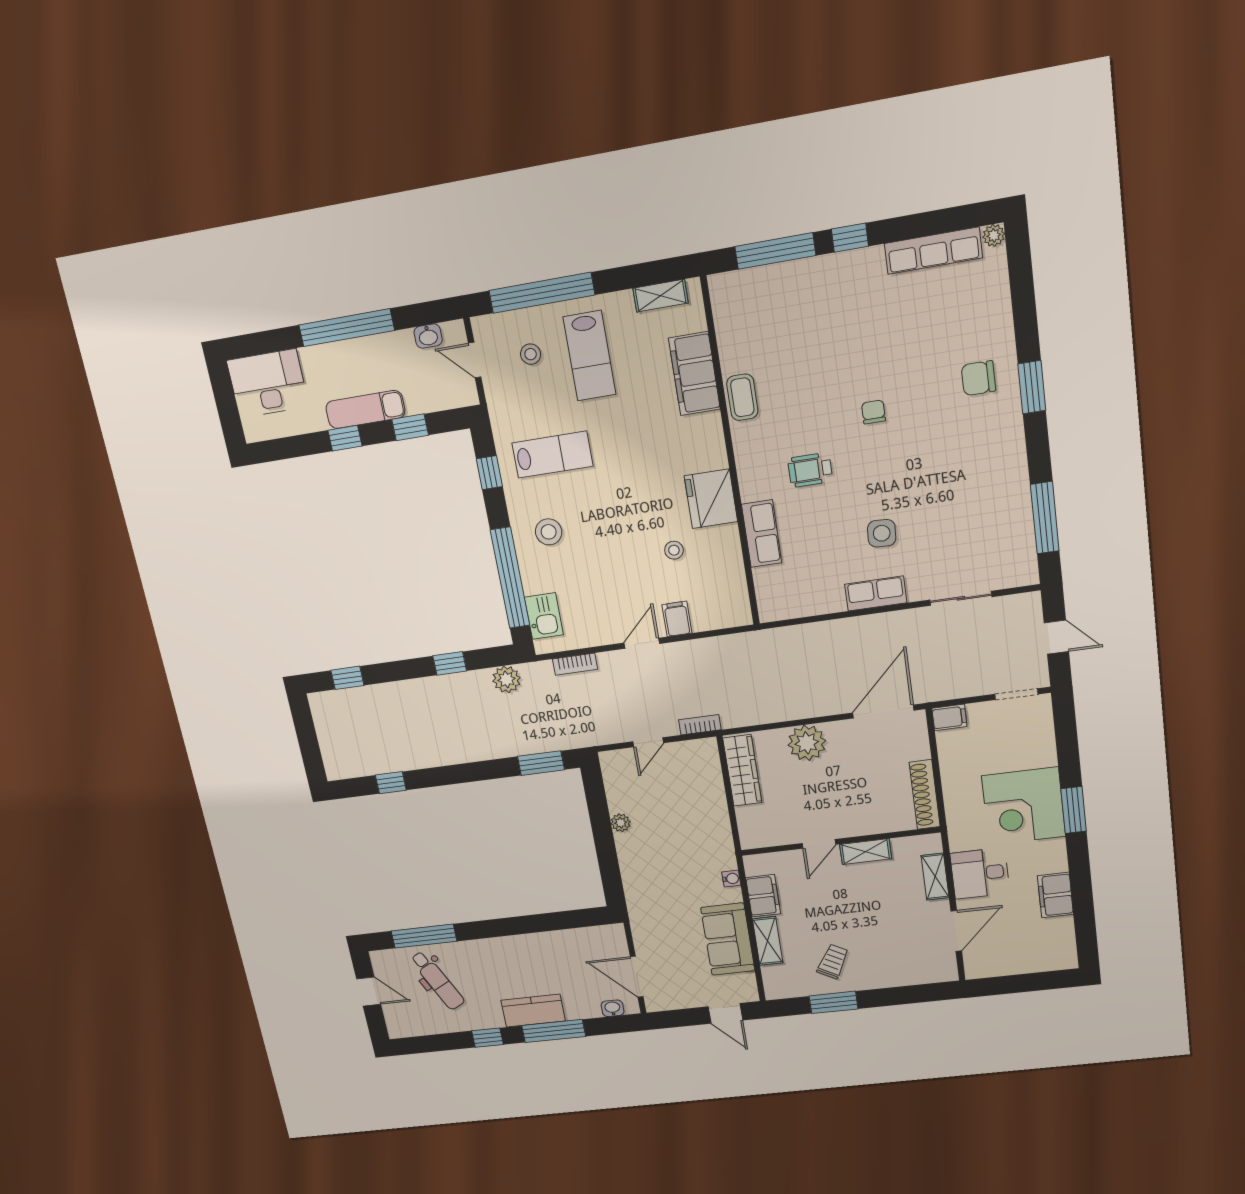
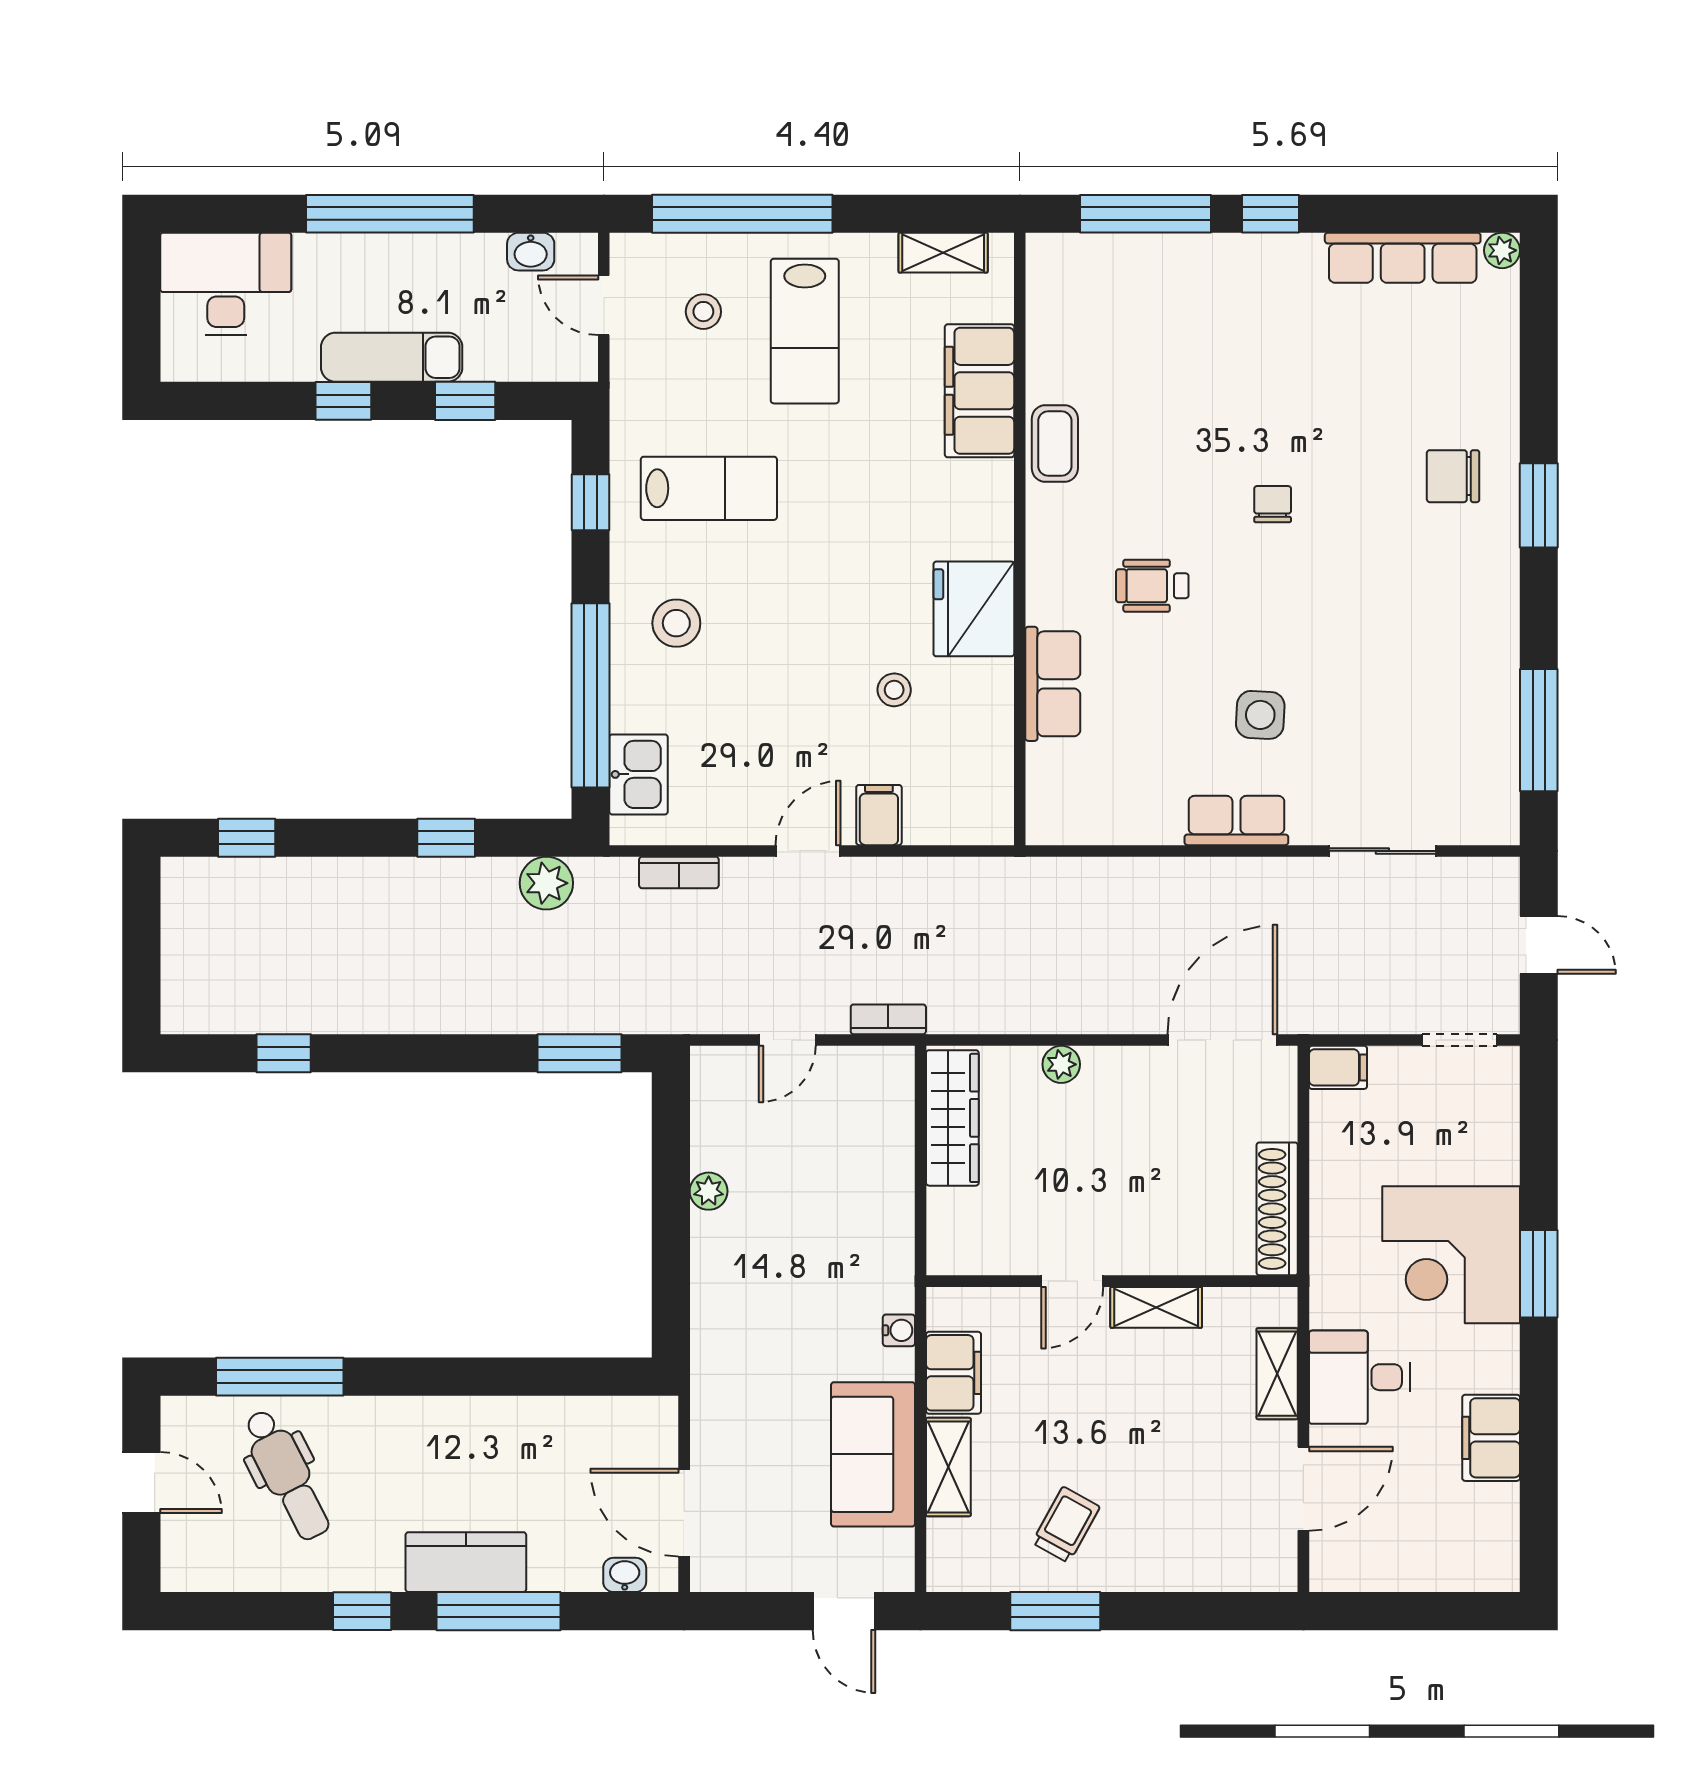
plant: (807, 743) -> (1061, 1064), width x0.53, depth x0.53

